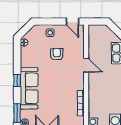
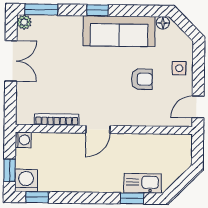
door: (86, 65) -> (98, 129), moved
sofa: (29, 88) -> (119, 31), moved

